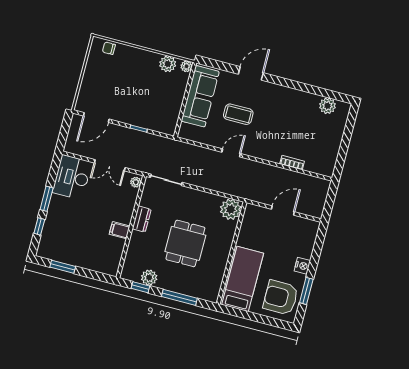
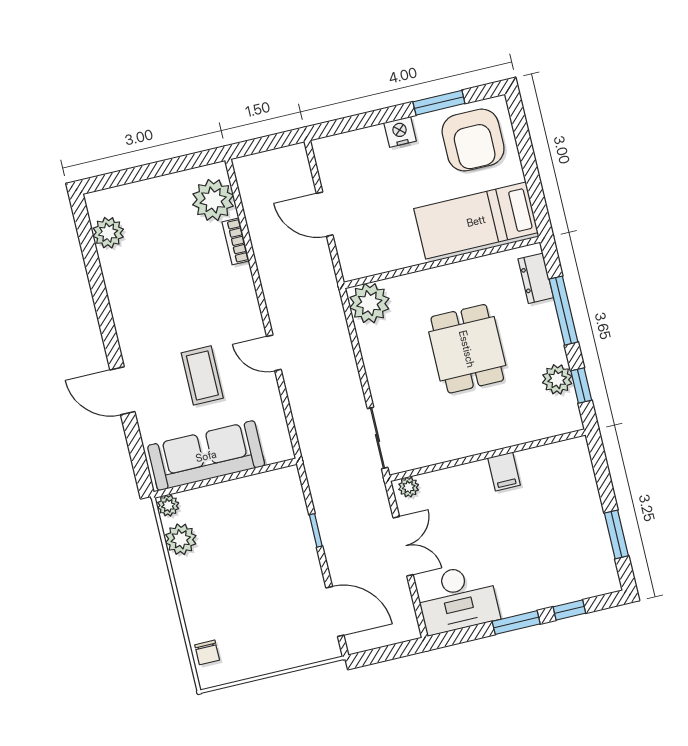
plant: (317, 162) -> (213, 200), added
dresser: (142, 219) -> (536, 278), moved, turned -90
dining table: (185, 243) -> (467, 349), turned 90

